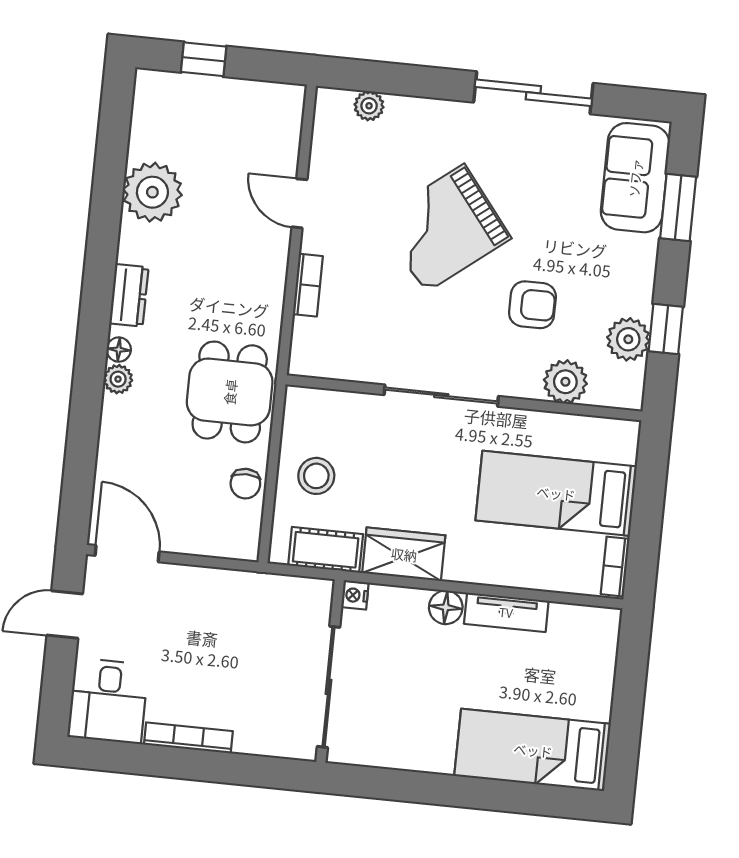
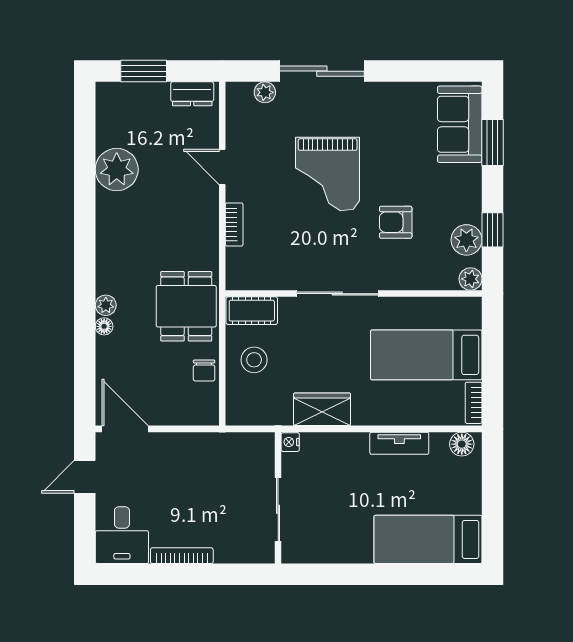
window: (204, 59) -> (144, 71), width x1.50
sliding door: (533, 93) -> (322, 71), moved
grand piano: (445, 228) -> (328, 174), turned -52
dresser: (129, 295) -> (192, 94), moved, turned 90
armchair: (532, 305) -> (396, 222), turned 180
floor lamp: (119, 350) -> (104, 326), moved
plant: (565, 382) -> (471, 279), moved, width x0.73, depth x0.73
cot: (326, 550) -> (252, 311), moved
floor lamp: (446, 607) -> (462, 444), moved
sliding door: (329, 687) -> (278, 509), width x0.73

